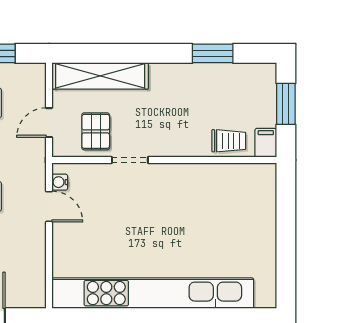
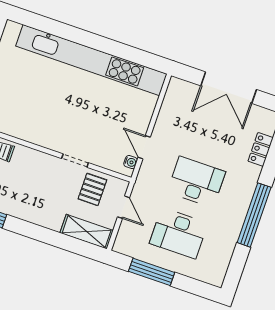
shelving: (100, 76) -> (87, 232), width x0.68
door: (49, 123) -> (124, 207), hinge flipped

